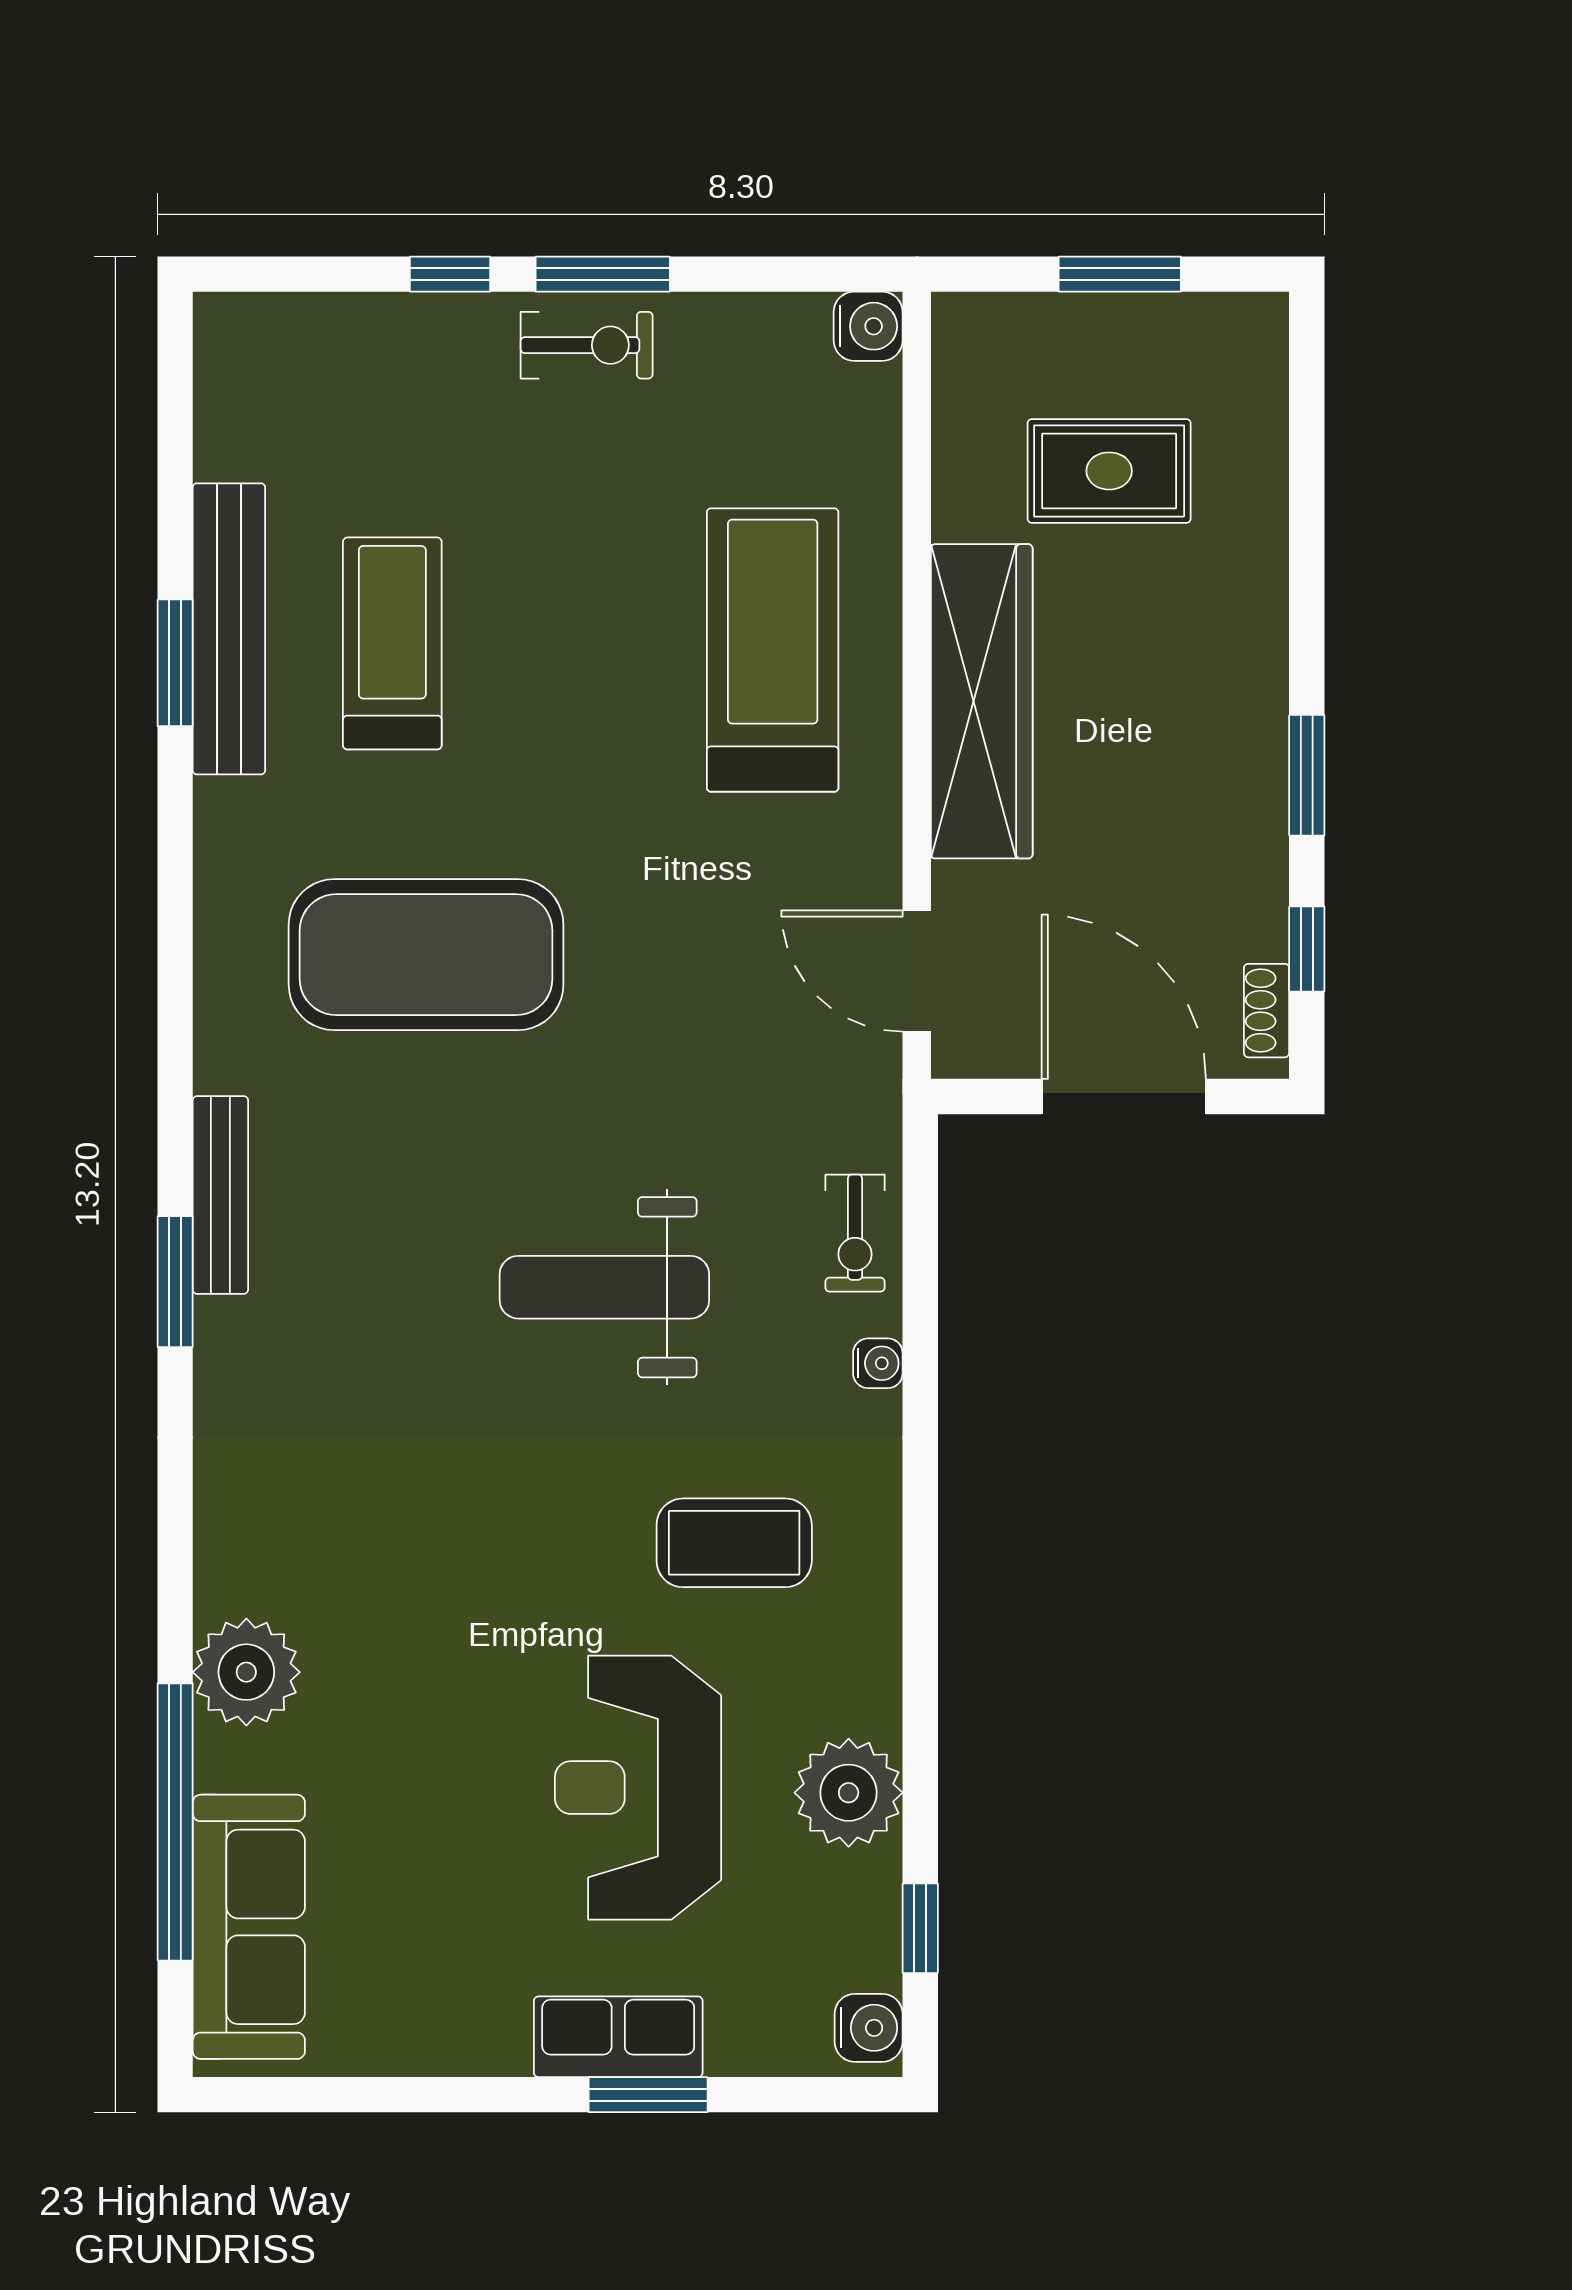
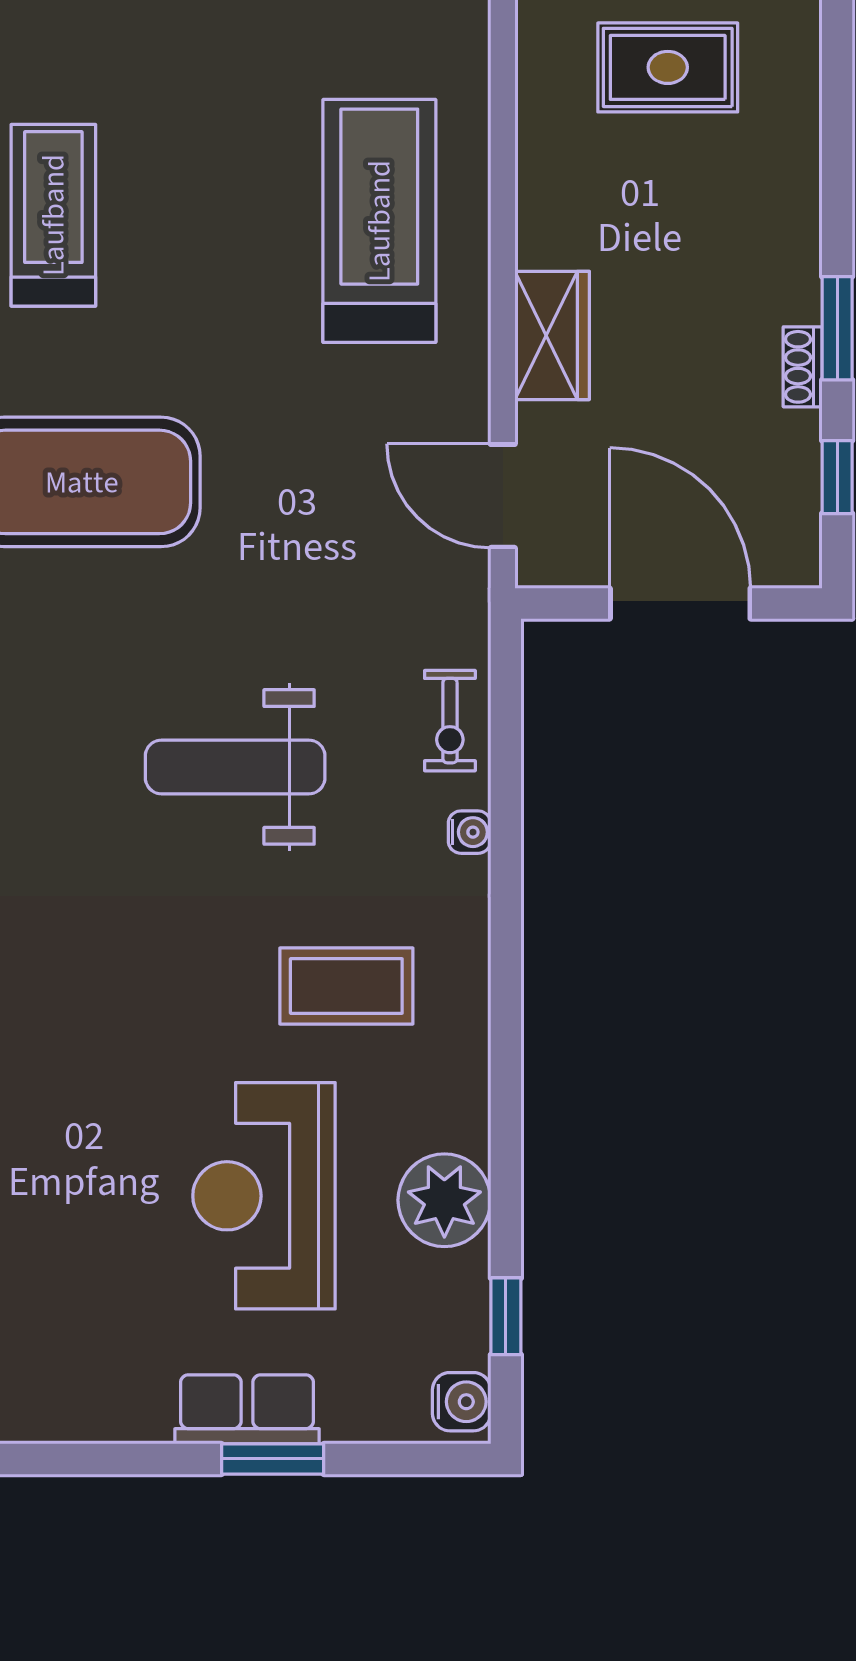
wardrobe: (982, 701) -> (552, 335), width x0.48, depth x0.85
shoe rack: (1267, 1011) -> (803, 367), moved

